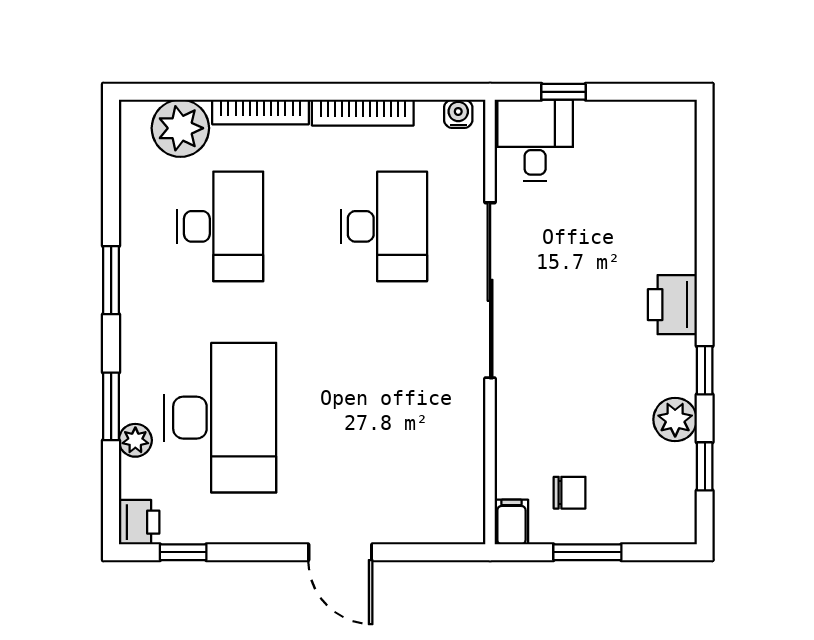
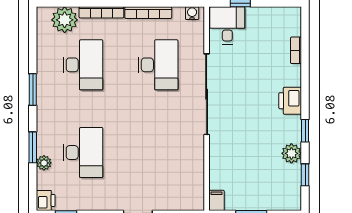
bookcase: (685, 195) -> (296, 50), added
desk: (220, 418) -> (83, 153), width x0.73, depth x0.77
chair: (570, 493) -> (243, 187), removed

